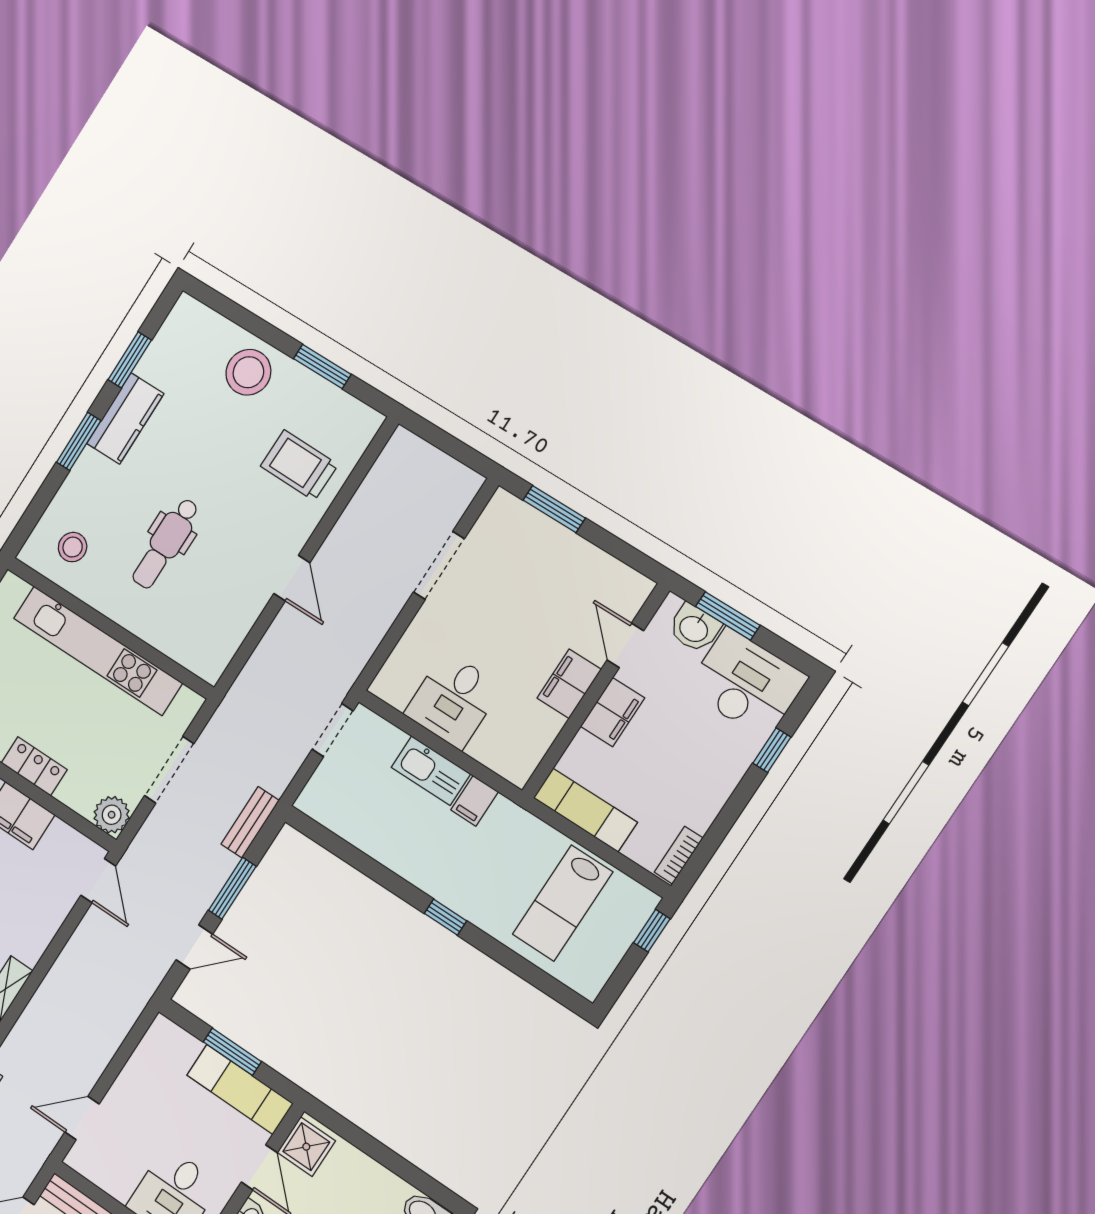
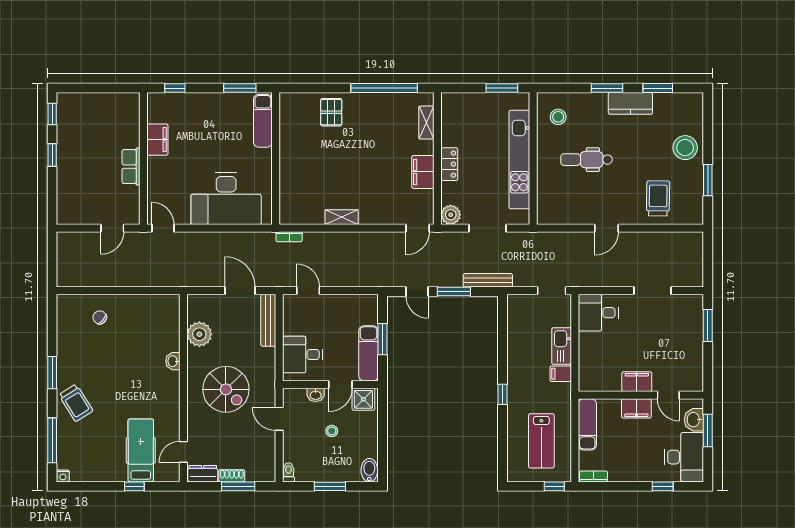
door: (625, 645) -> (668, 395), swing flipped
desk: (453, 700) -> (598, 313), moved
bench: (250, 822) -> (488, 280), width x1.36
lab bench: (563, 903) -> (541, 441), turned -90

